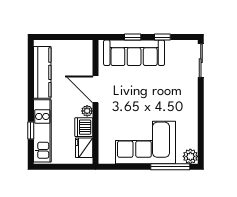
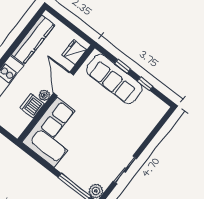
sliding door: (201, 61) -> (125, 170), moved
corner sofa: (145, 143) -> (56, 132), moved, turned 90
fridge: (84, 148) -> (74, 52), moved

